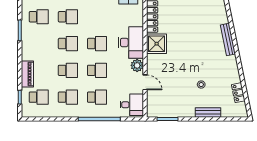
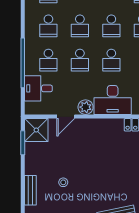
shower: (157, 44) -> (36, 130), moved
desk: (132, 105) -> (38, 88), moved, turned 90

